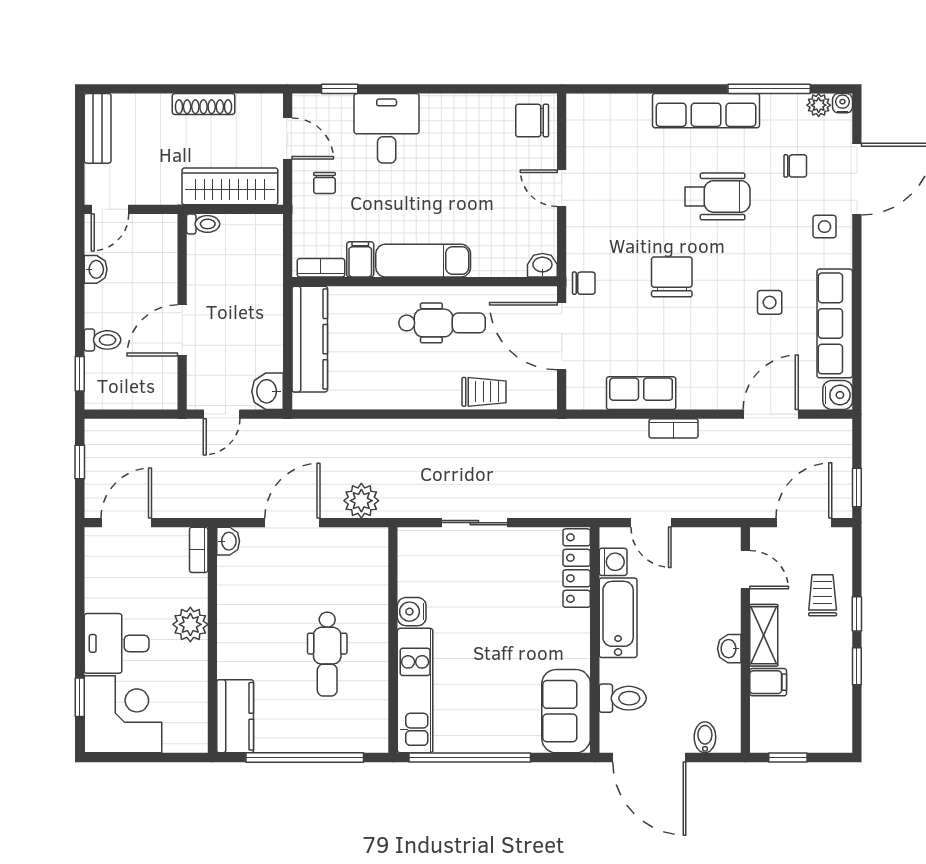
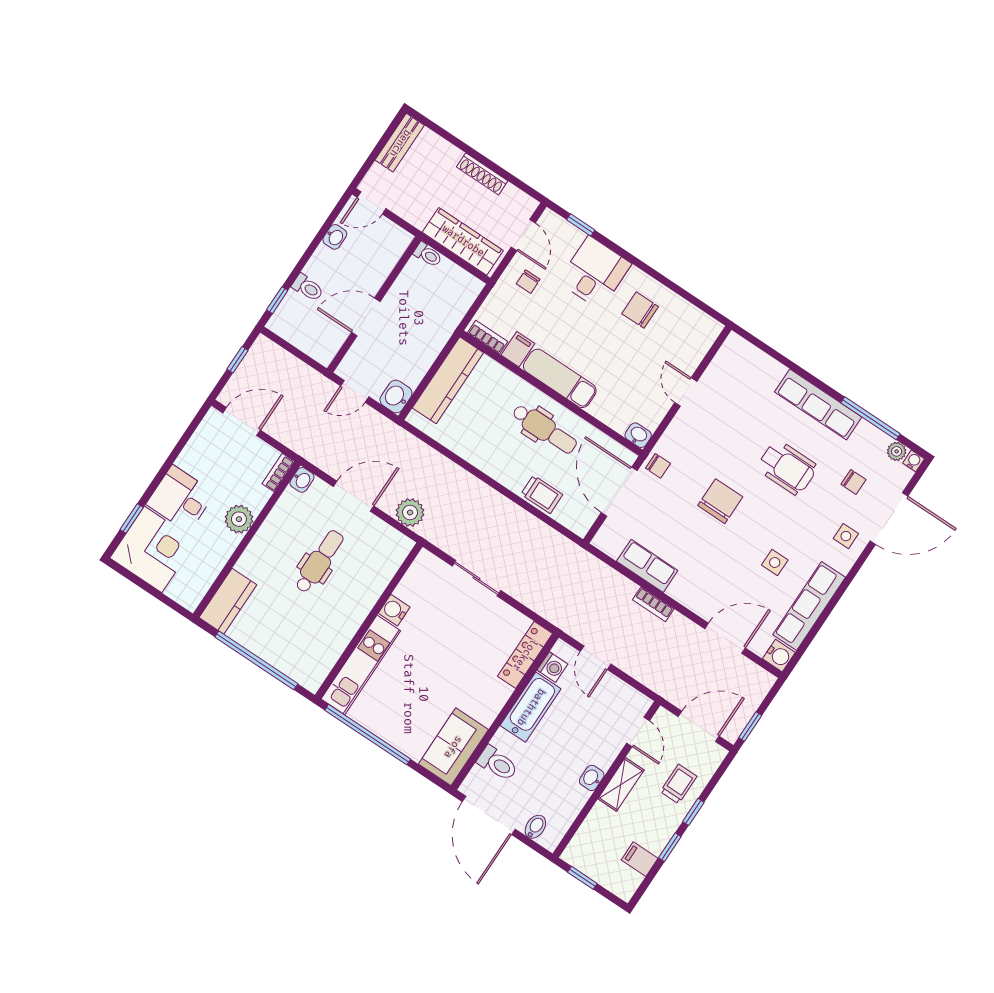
chair: (532, 120) -> (640, 310), moved
dental chair: (327, 654) -> (319, 561), moved, turned 180
filing cabinet: (768, 682) -> (640, 859), moved, turned 180

